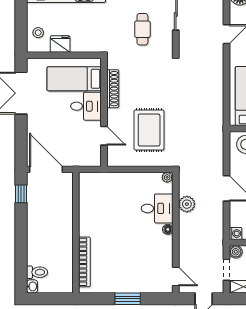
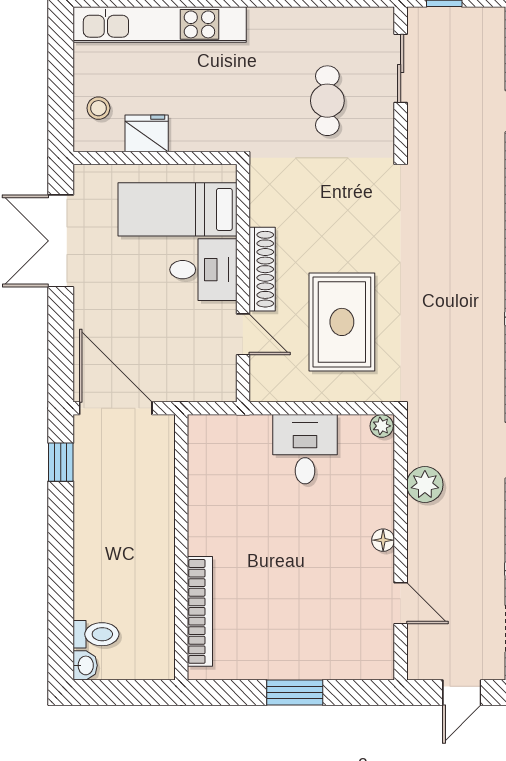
shoe rack: (113, 89) -> (262, 269), moved
desk: (157, 208) -> (305, 449), moved, turned -90
door: (176, 277) -> (401, 603), moved

